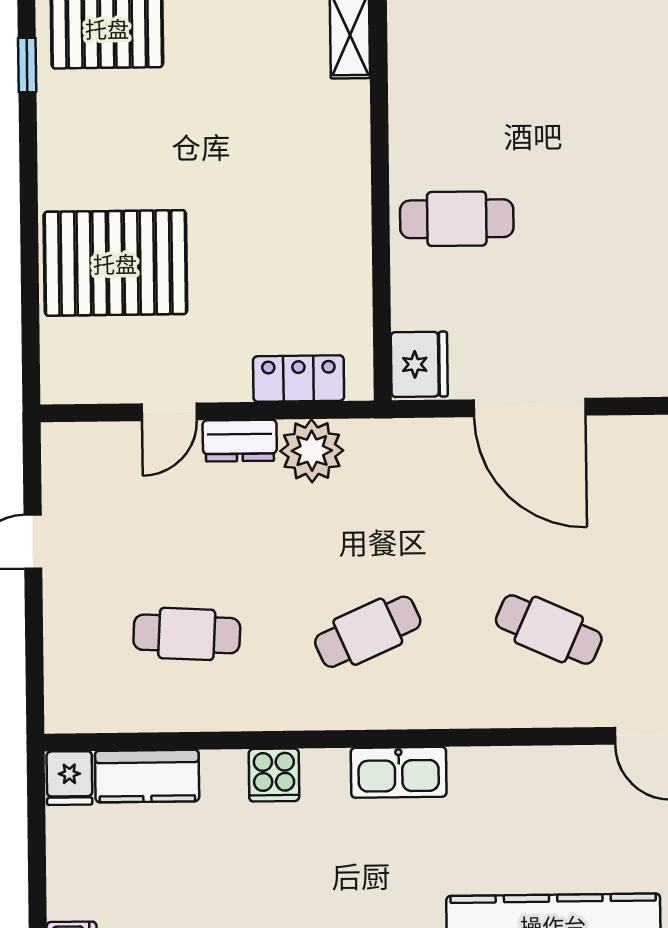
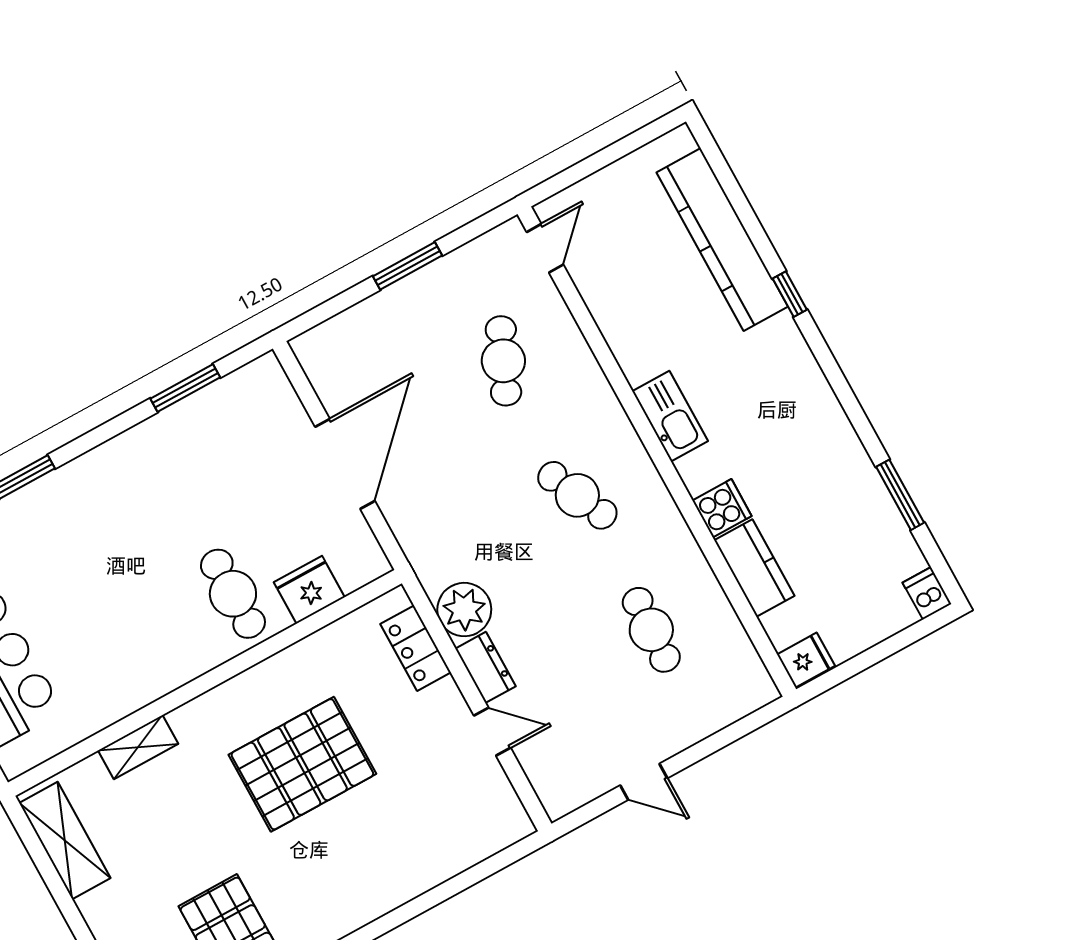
pallet: (115, 263) -> (302, 764), moved, turned 90
fridge: (419, 364) -> (309, 590), moved
kitchen counter: (147, 776) -> (754, 568), moved

